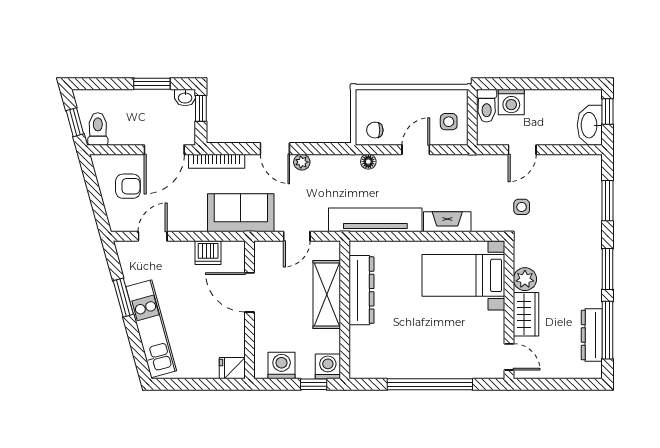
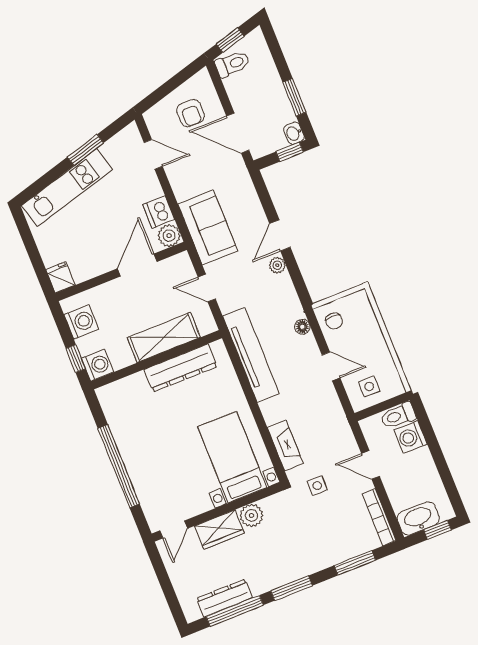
chair: (375, 130) -> (334, 321), turned 180
bookcase: (217, 161) -> (379, 517), moved
fireplace: (447, 222) -> (285, 445), moved
plant: (234, 252) -> (169, 236), added

